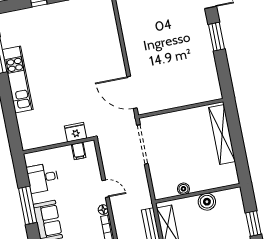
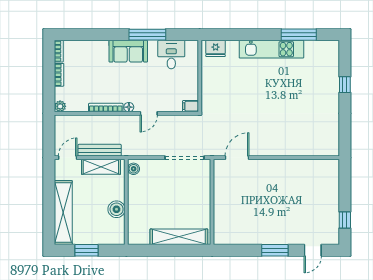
door: (132, 92) -> (237, 158), width x0.73
fridge: (76, 132) -> (216, 48), moved, turned 90
filing cabinet: (79, 151) -> (190, 106), moved
boiler: (183, 189) -> (134, 169), moved

